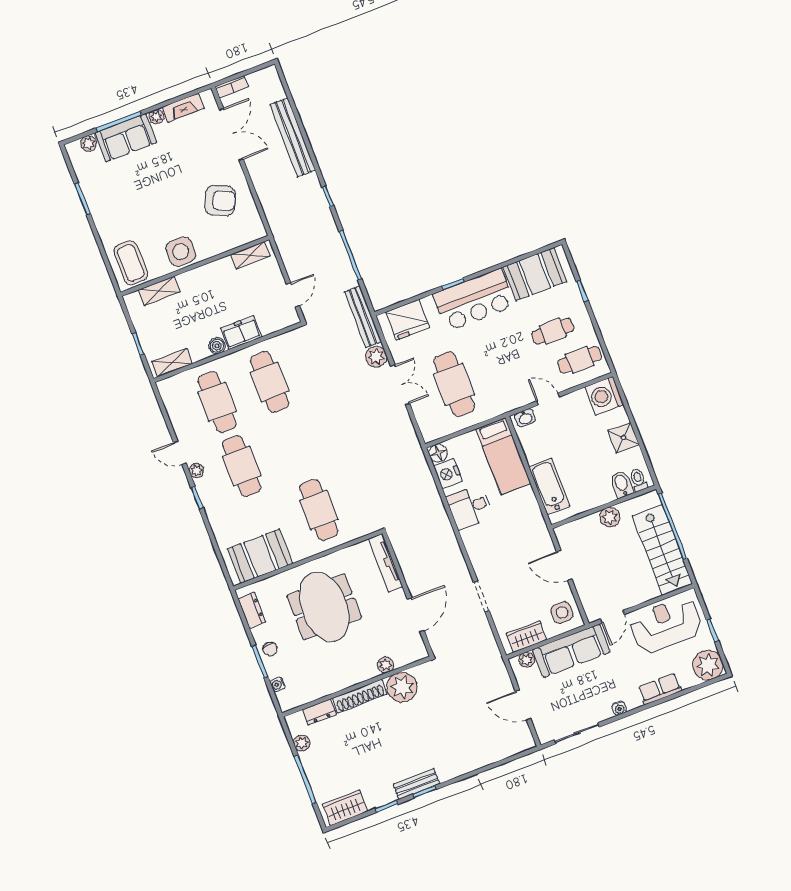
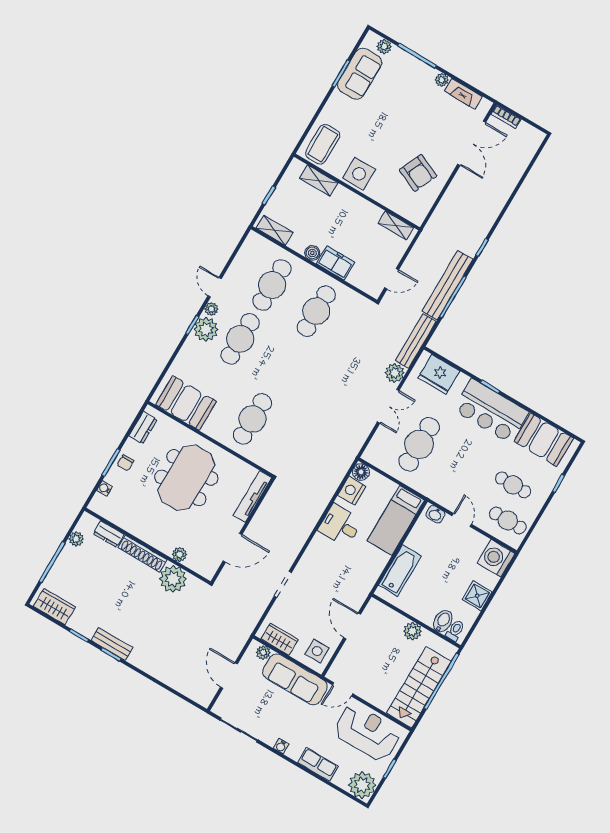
bench: (293, 137) -> (447, 285), moved
sofa: (126, 138) -> (360, 74), moved, turned -90
plant: (210, 489) -> (206, 329), added

